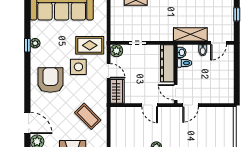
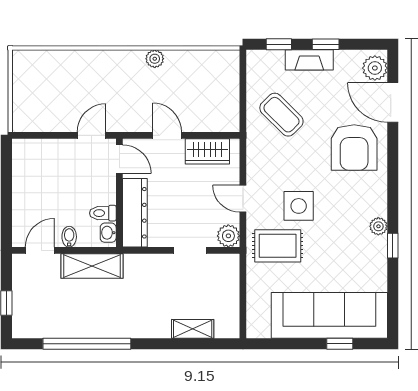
plant: (35, 43) -> (378, 226), moved
armchair: (50, 80) -> (354, 147), moved
wardrobe: (117, 91) -> (207, 151), moved, turned -90

